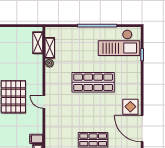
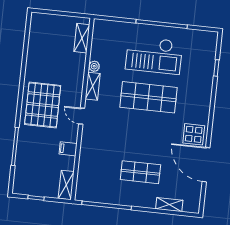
checkout: (119, 43) -> (154, 55), moved
shelving: (50, 48) -> (93, 86), moved
filing cabinet: (36, 139) -> (68, 149), moved

